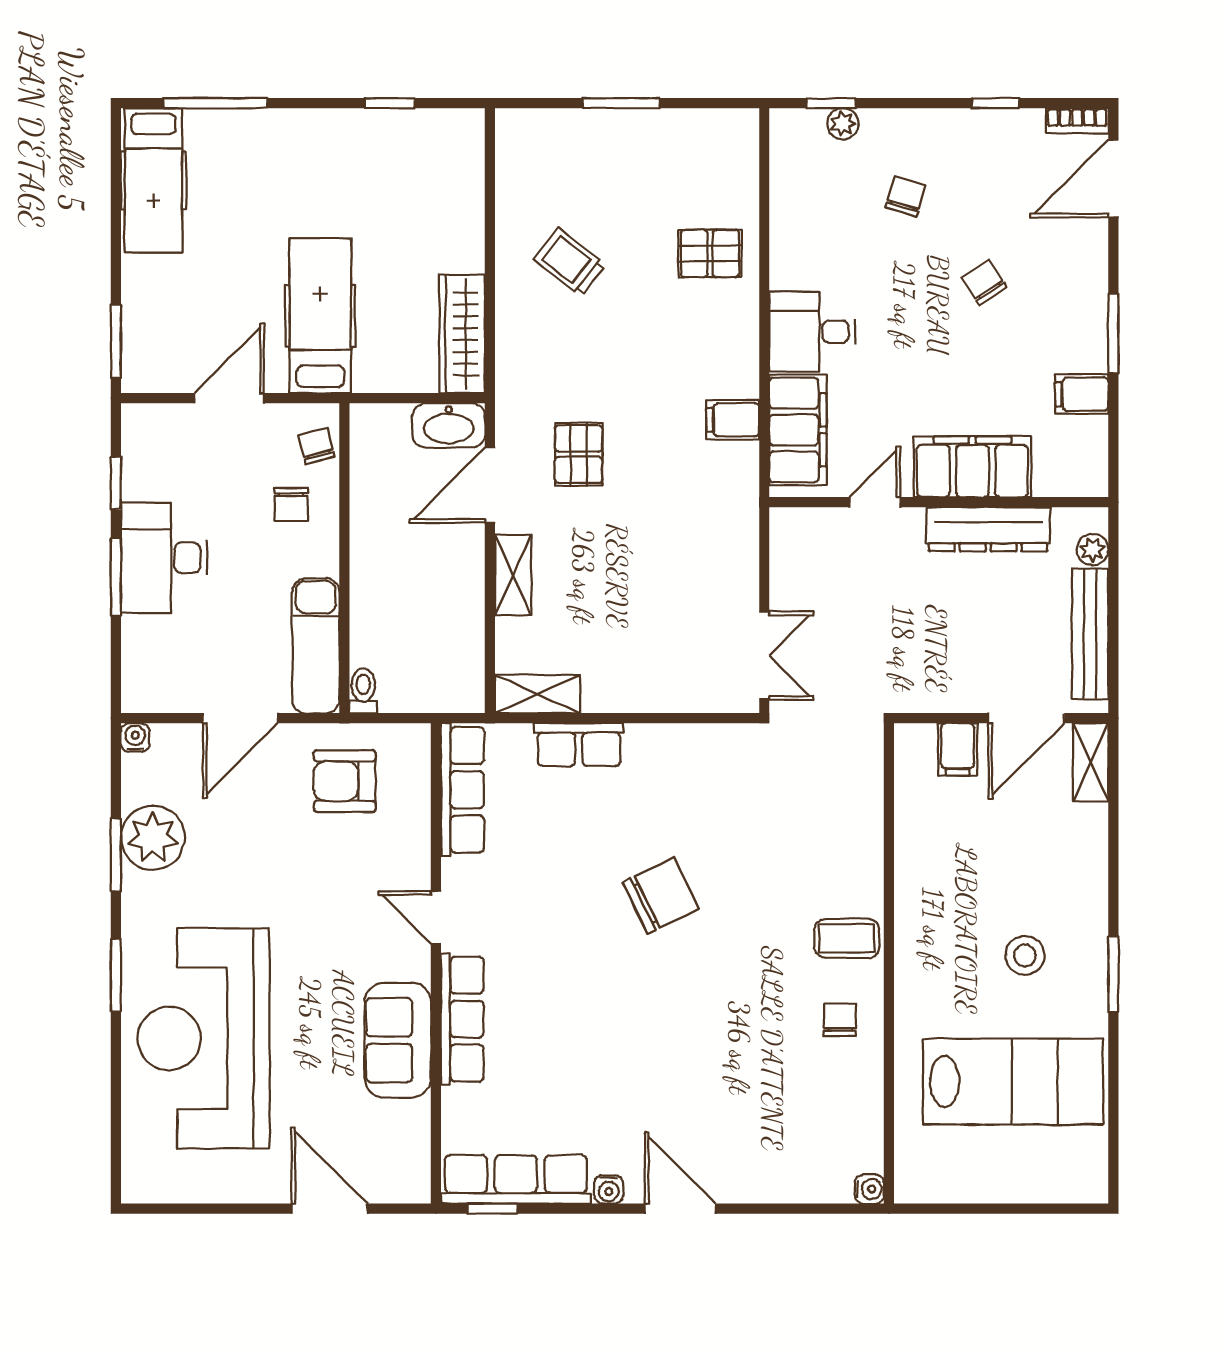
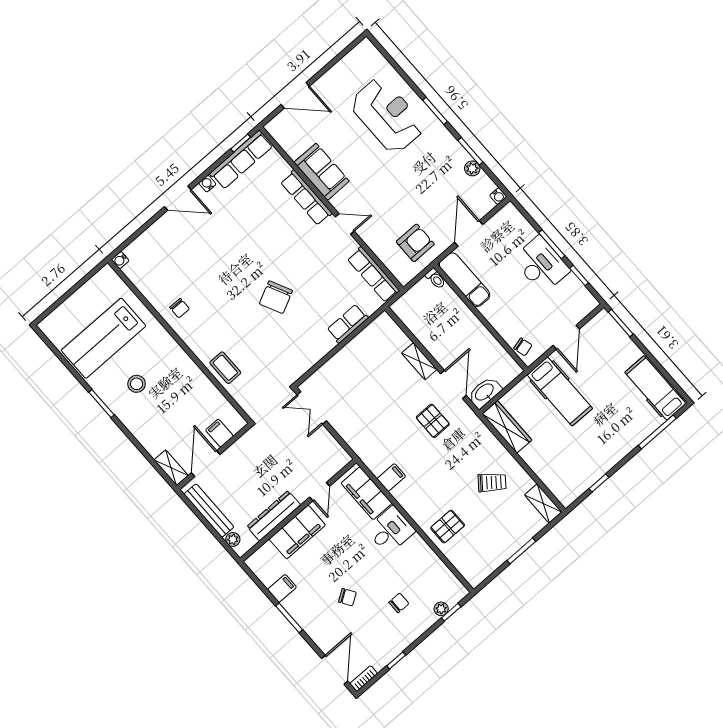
chair: (906, 197) -> (399, 603), turned -107
chair: (291, 504) -> (514, 320), removed
shelving: (538, 694) -> (543, 503), moved, turned 90
plant: (153, 838) -> (472, 168), width x0.53, depth x0.53
coffee table: (847, 938) -> (225, 368), moved, turned 90
reception desk: (203, 1038) -> (387, 115), width x0.74, depth x0.77

